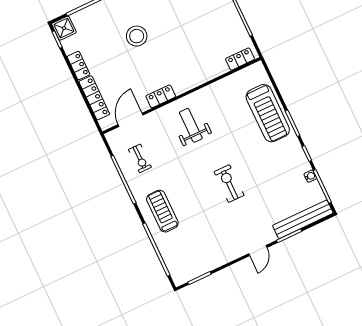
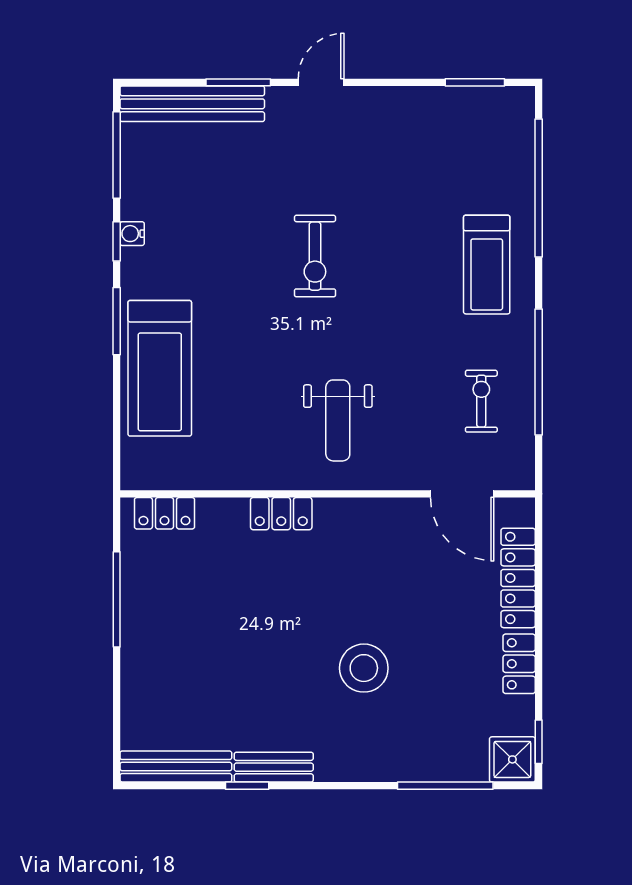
locker: (161, 96) -> (281, 514), moved
treadmill: (268, 113) -> (160, 368), turned 180
door: (131, 120) -> (462, 494), hinge flipped
water cooler: (310, 176) -> (132, 234), moved

